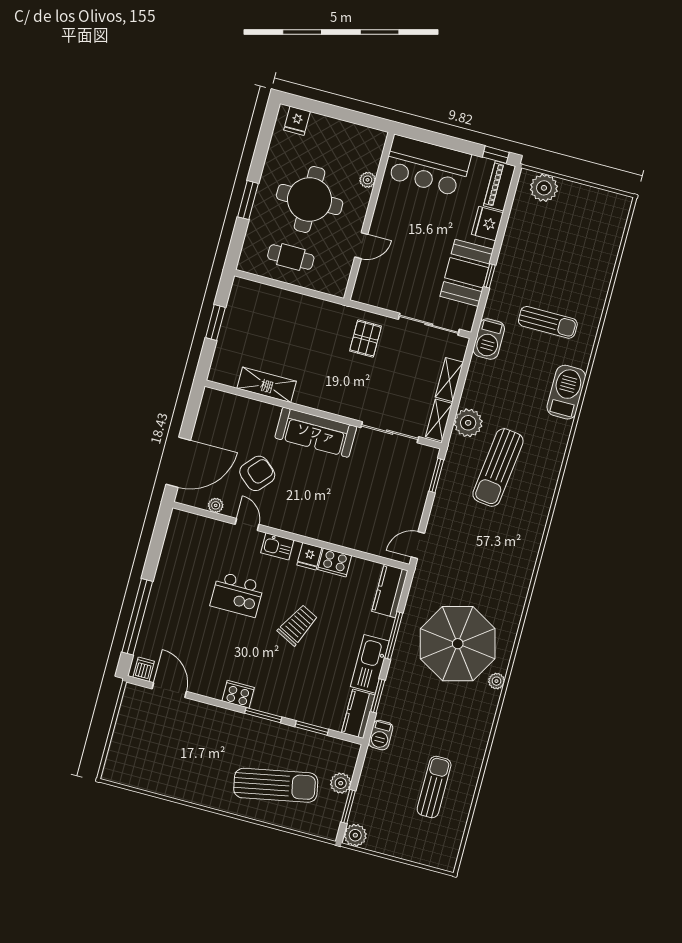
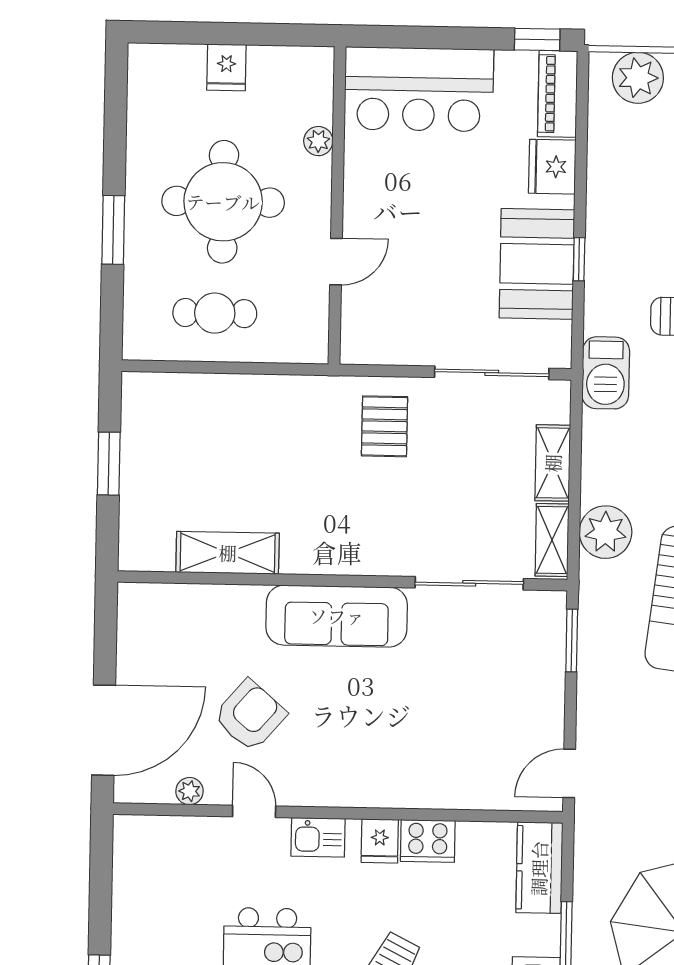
fridge: (297, 121) -> (226, 67), moved

